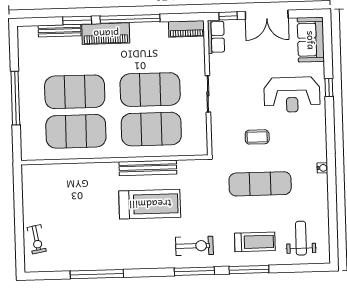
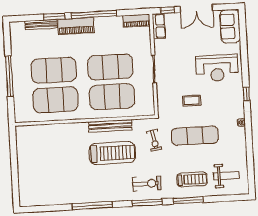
window: (329, 88) -> (246, 94), moved
weight bench: (301, 238) -> (227, 176), turned 90
exercise bike: (37, 239) -> (154, 140), moved
window: (97, 274) -> (92, 206), moved

